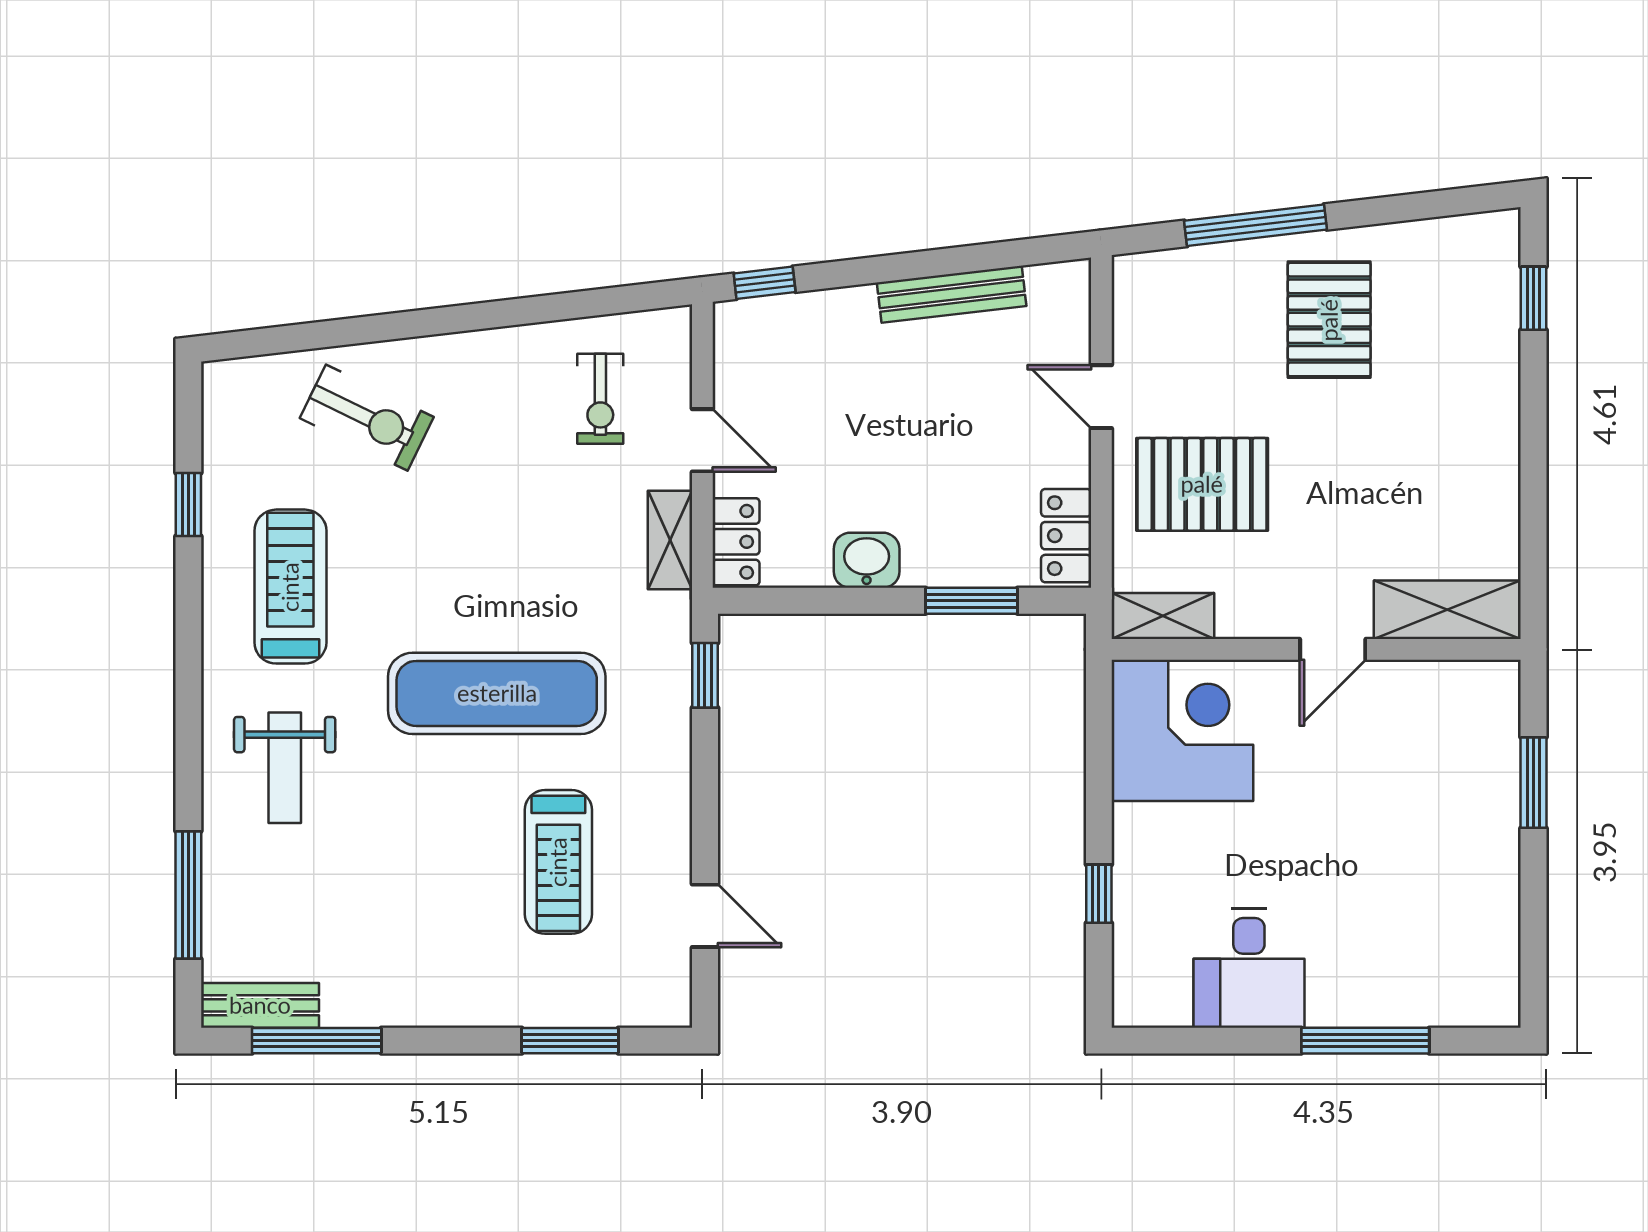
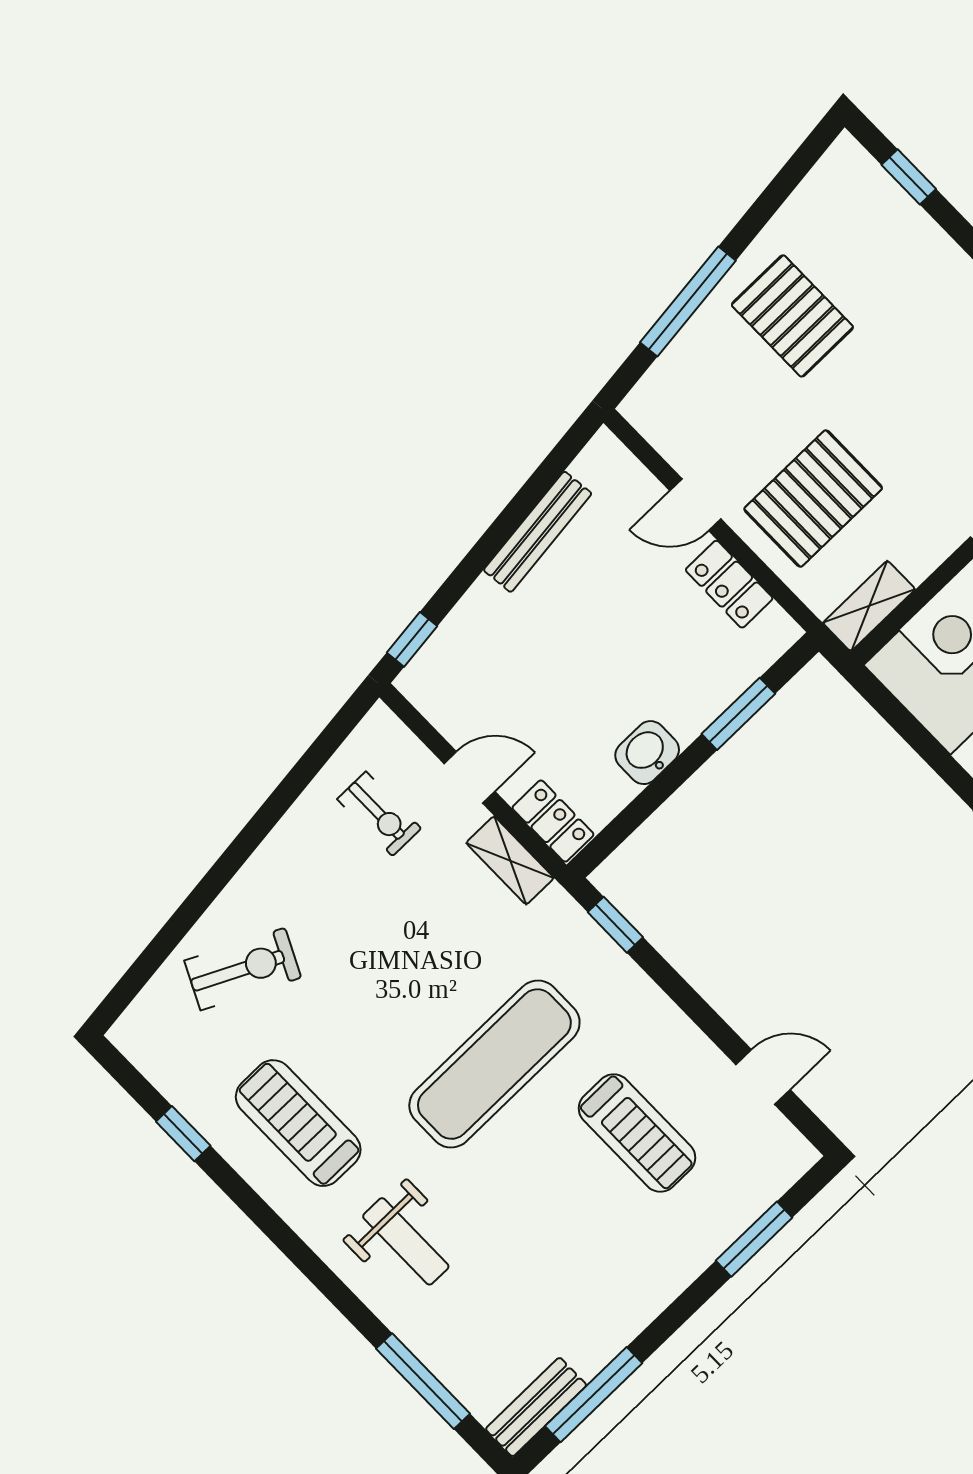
locker: (1066, 536) -> (729, 584), moved

